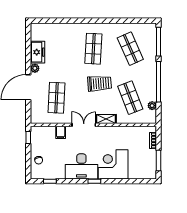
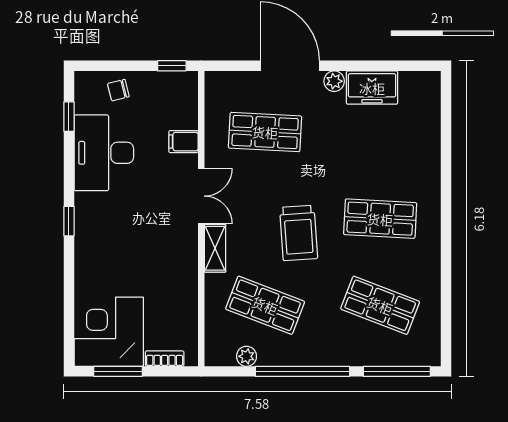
shop shelf: (130, 49) -> (380, 305), turned 45
shop shelf: (130, 98) -> (265, 305), turned 42
corner desk: (113, 164) -> (109, 332), moved, turned -90
desk: (81, 166) -> (104, 153), moved

